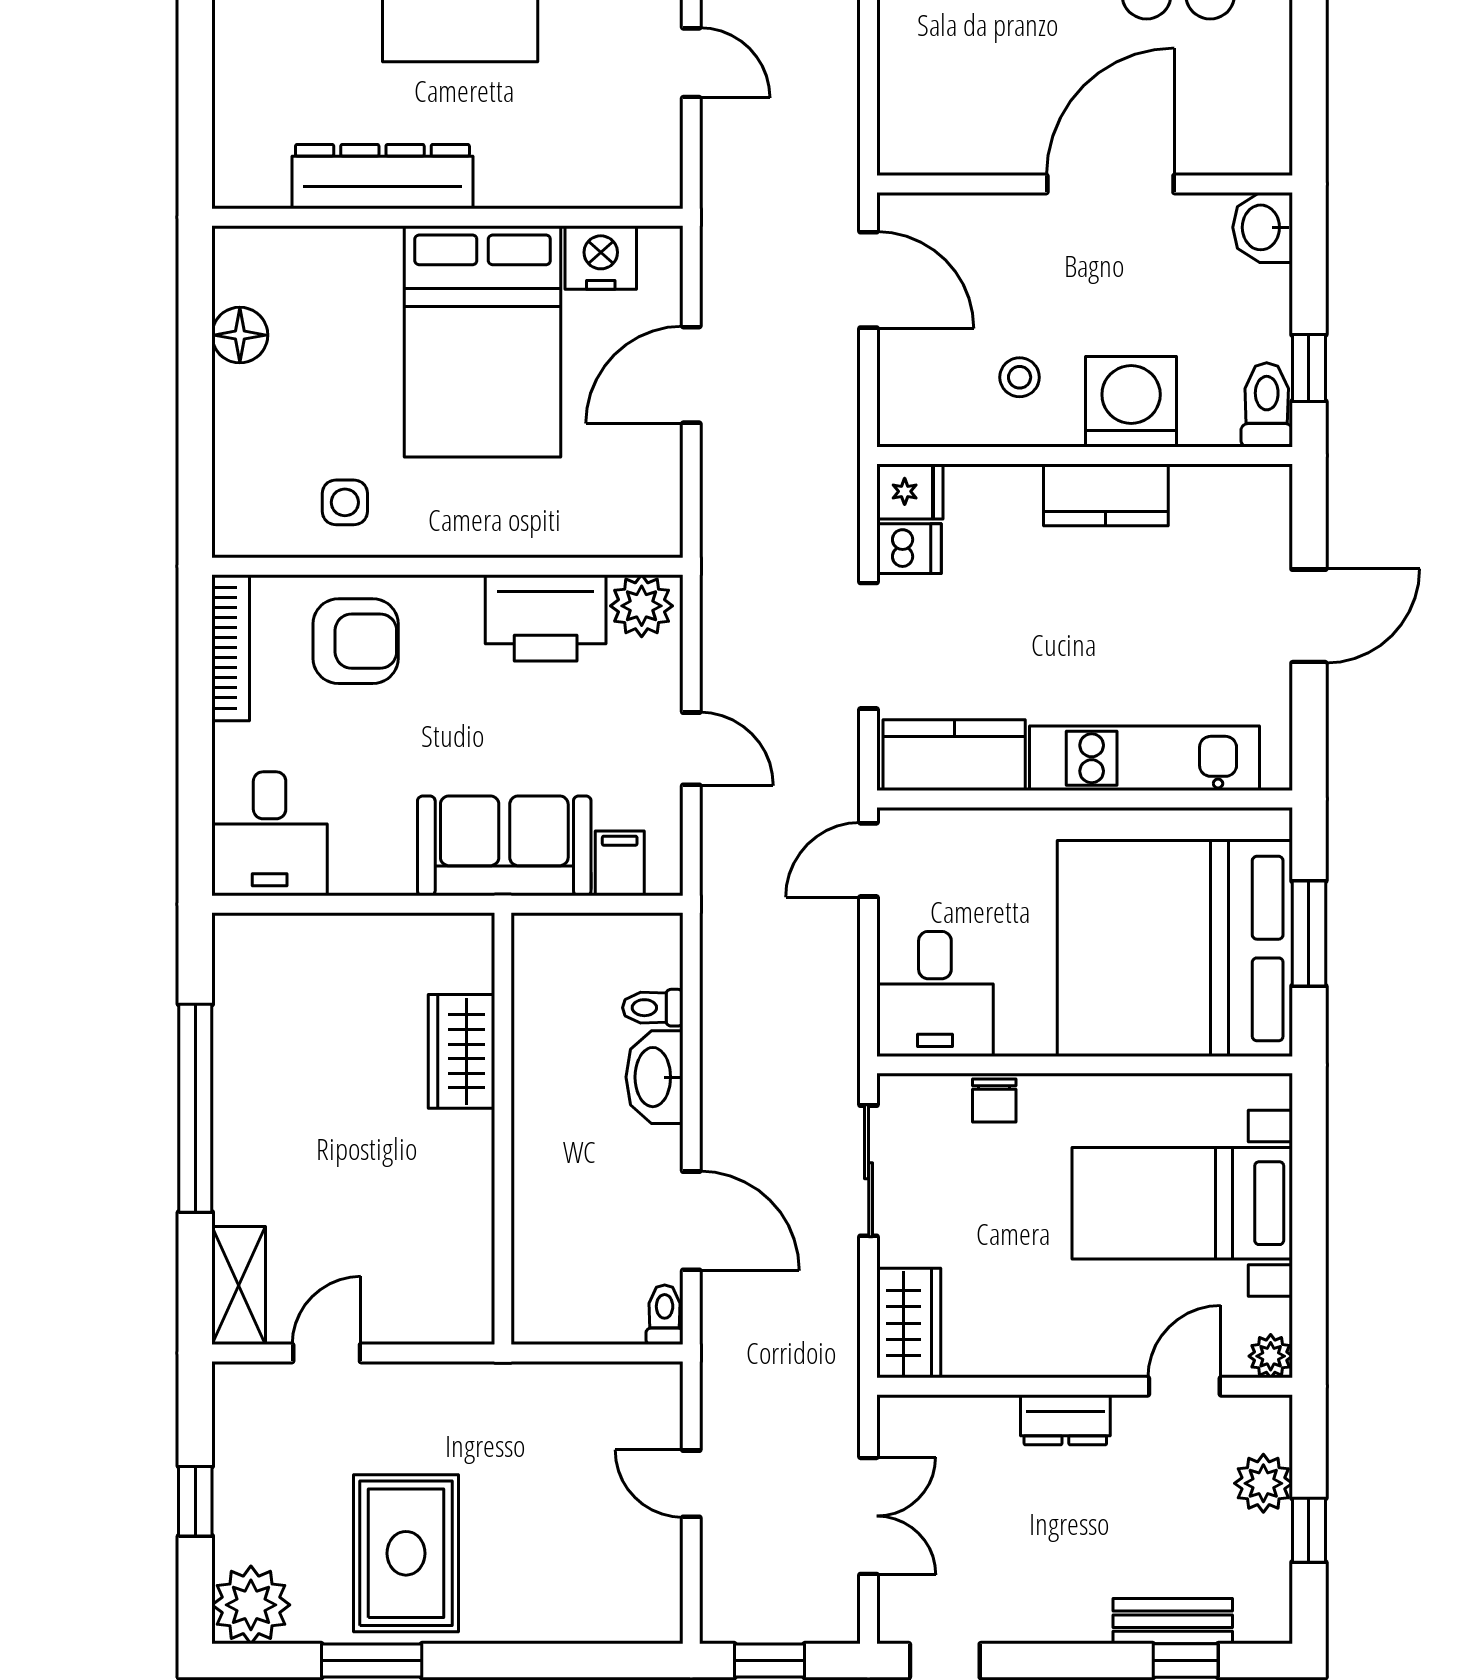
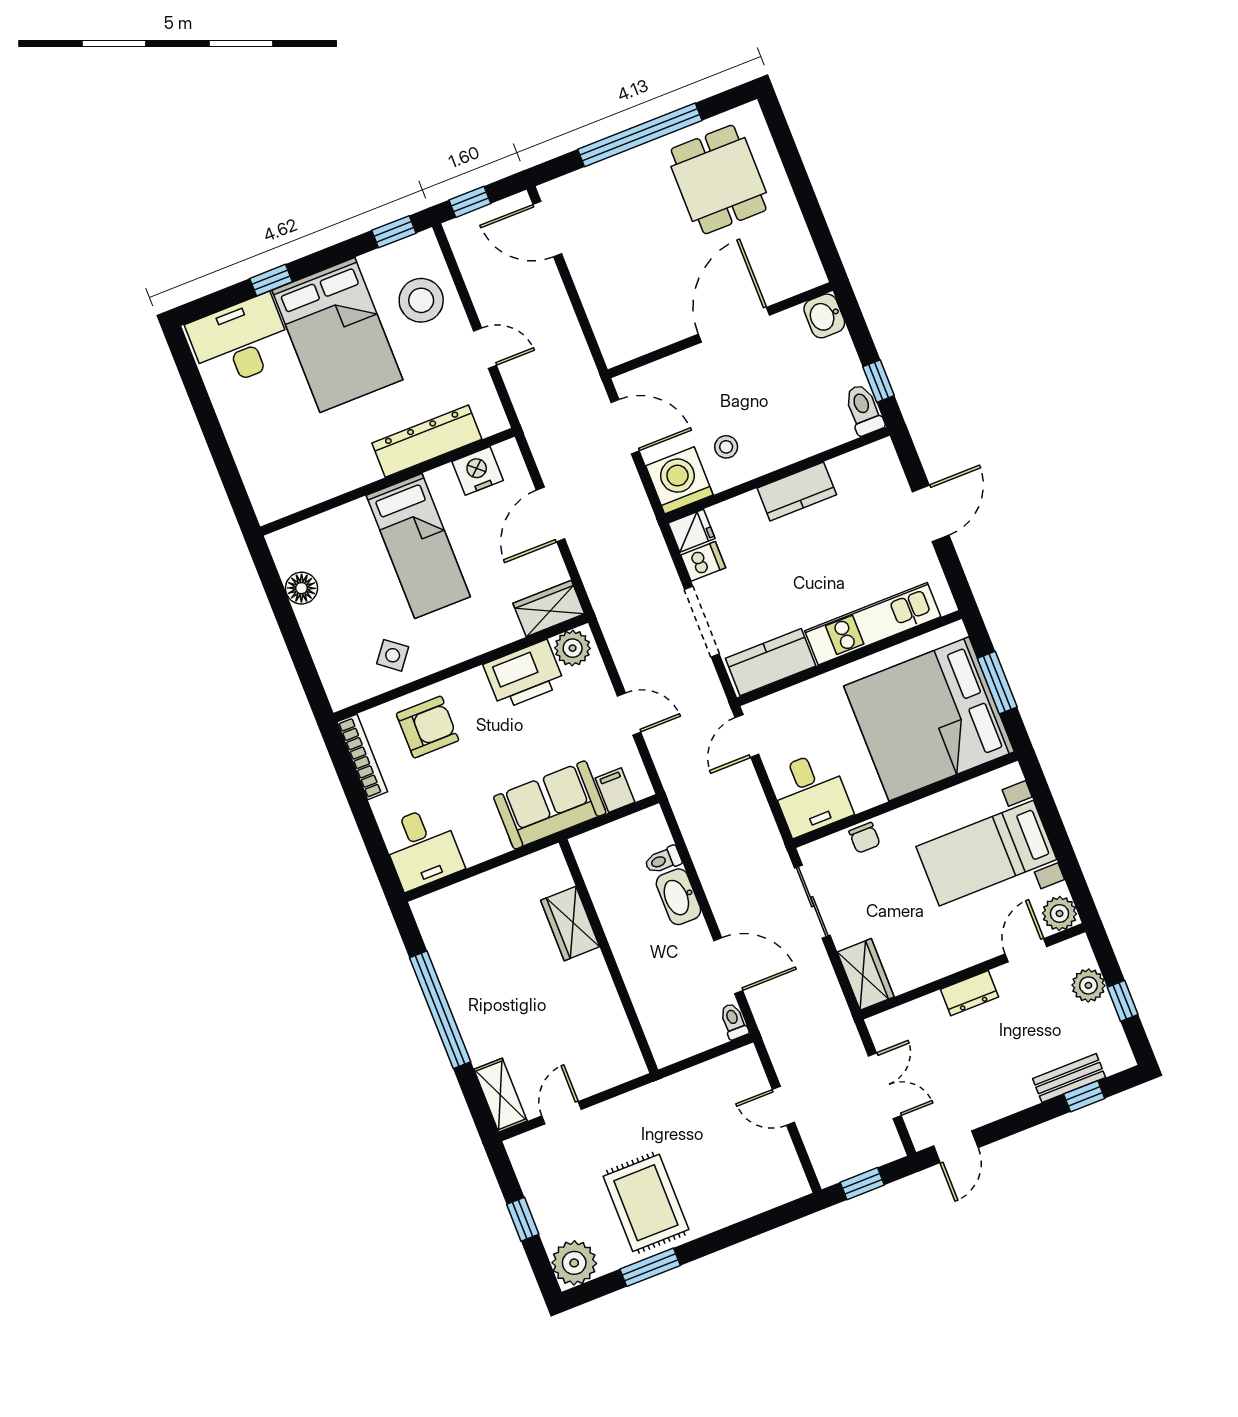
dresser: (382, 177) -> (427, 441), moved
bed: (483, 341) -> (418, 546), width x0.67
washing machine: (1131, 402) -> (679, 480), moved
side table: (345, 502) -> (393, 655), turned 38
wardrobe: (628, 526) -> (549, 609), added
plant: (1271, 1356) -> (1060, 913), width x1.38, depth x1.38

